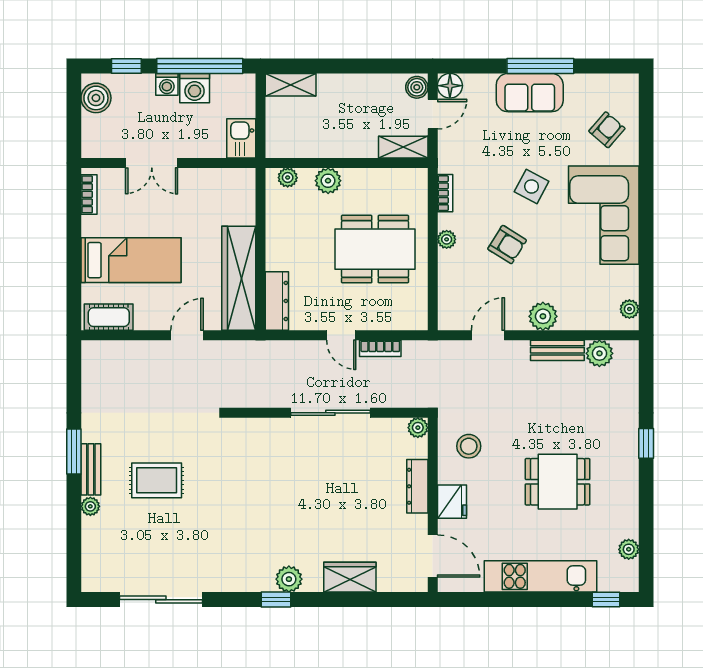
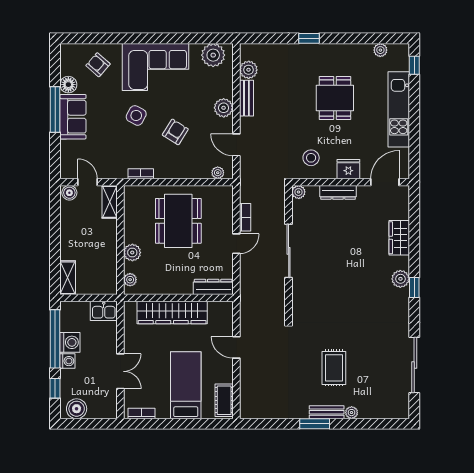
floor lamp: (450, 86) -> (68, 85), moved
plant: (447, 239) -> (218, 173), moved
wardrobe: (239, 278) -> (172, 313), moved
plant: (629, 309) -> (213, 55), width x1.88, depth x1.88

